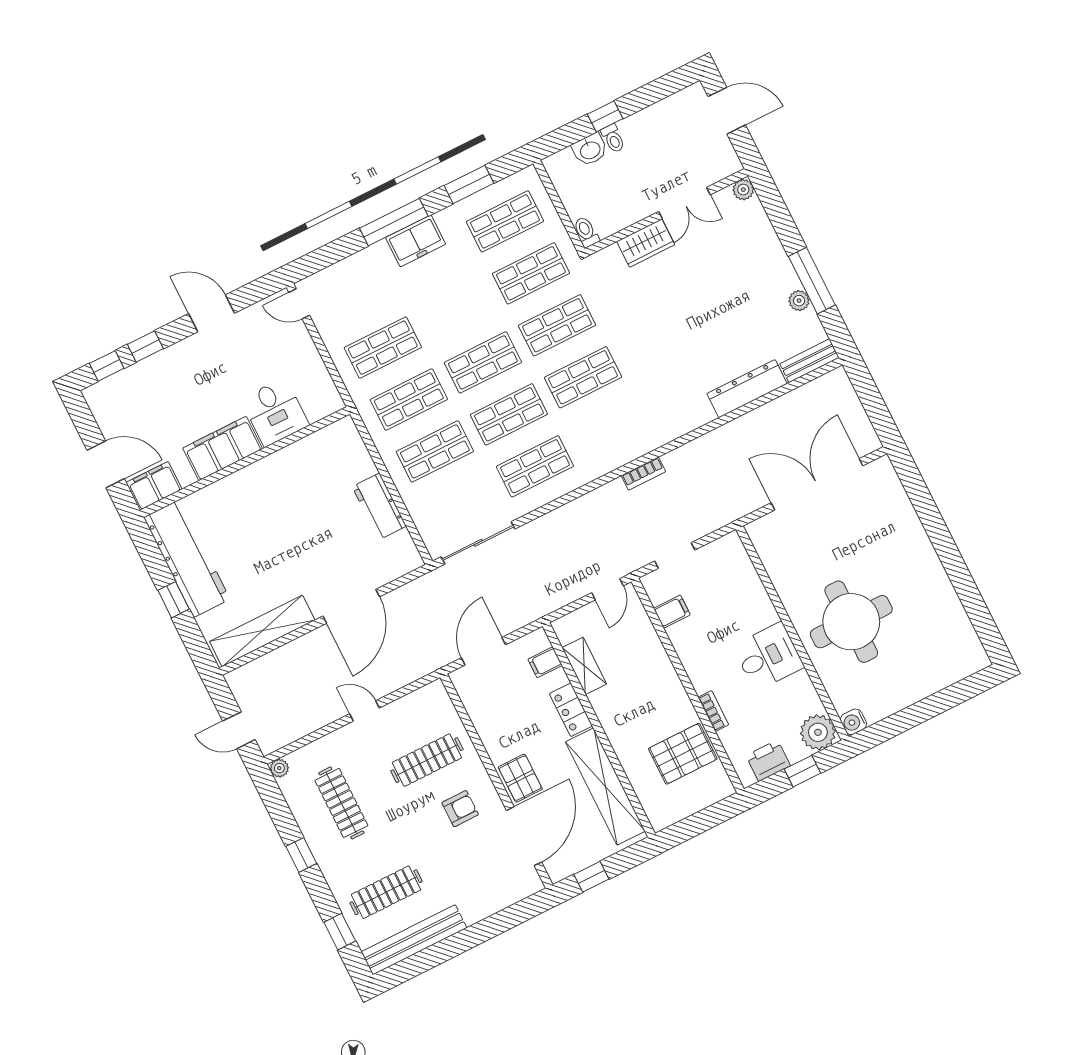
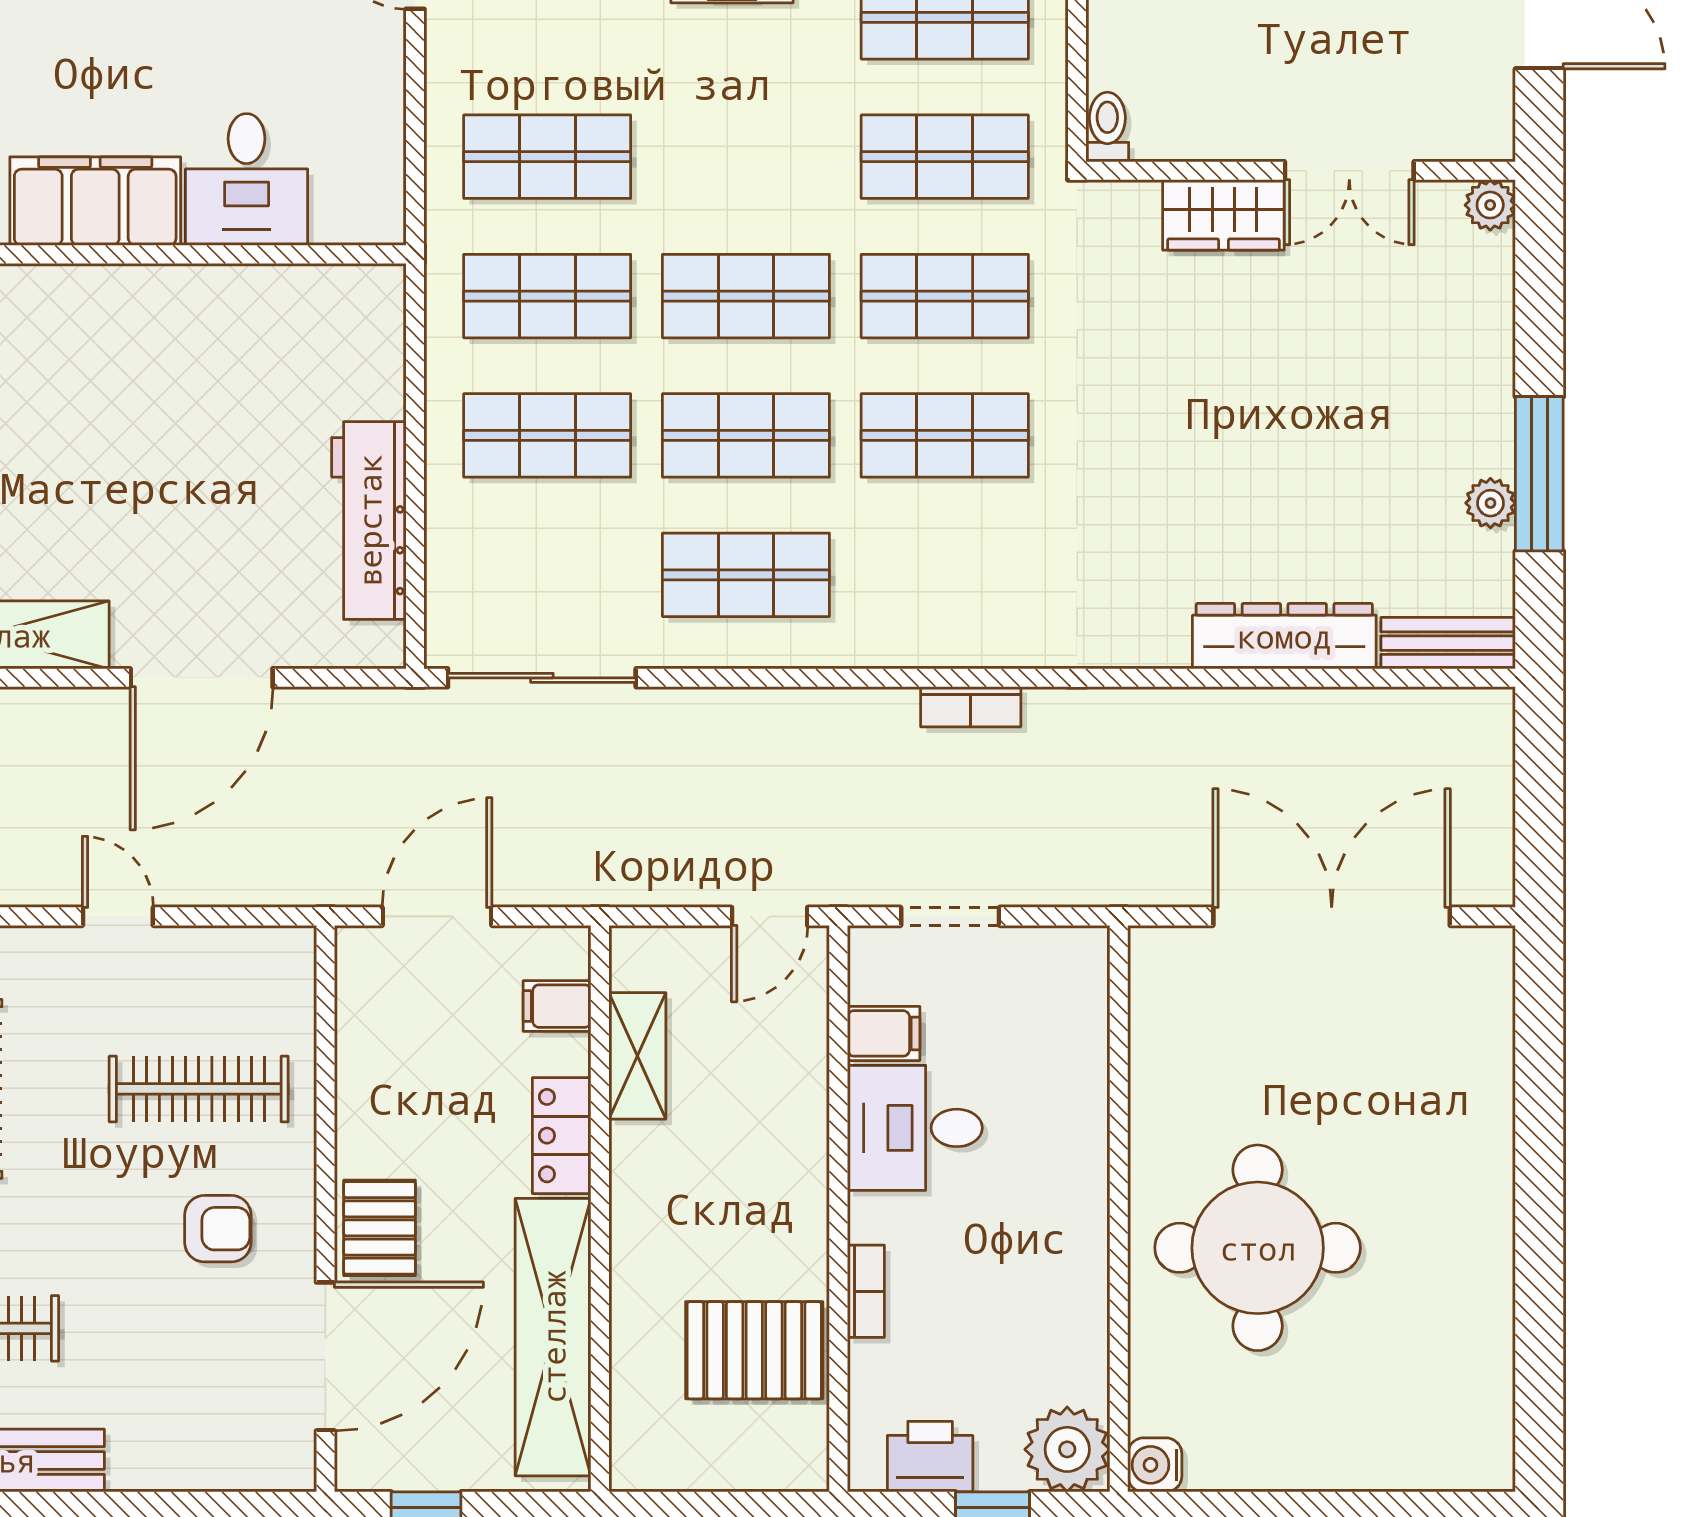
workbench: (379, 506) -> (369, 521), width x1.38
desk: (768, 657) -> (915, 1128), moved, turned 180

